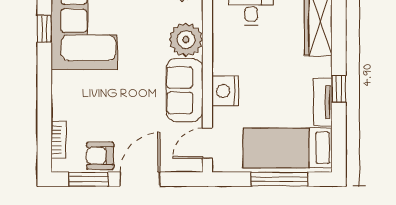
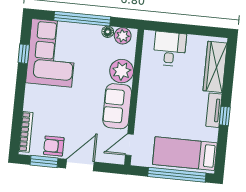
nightstand: (225, 91) -> (145, 110), removed
tv unit: (323, 102) -> (214, 110), moved
bookcase: (59, 140) -> (26, 132), width x1.56
window: (279, 179) -> (177, 175), width x1.46

